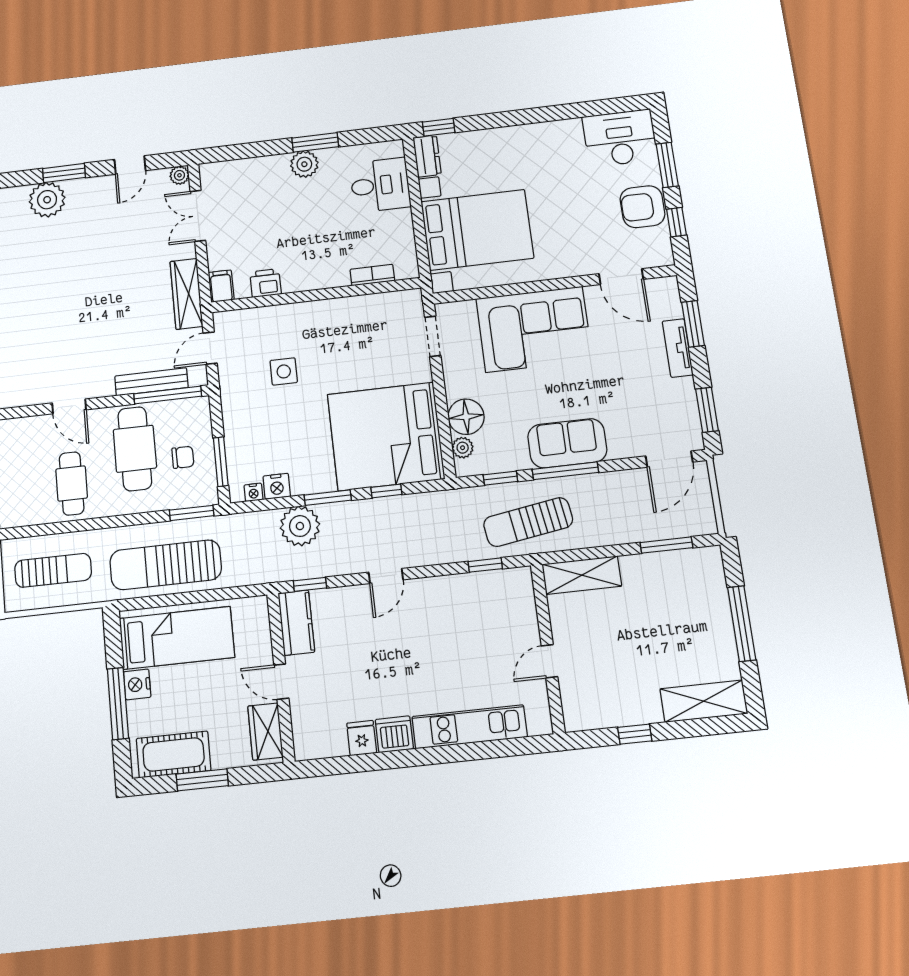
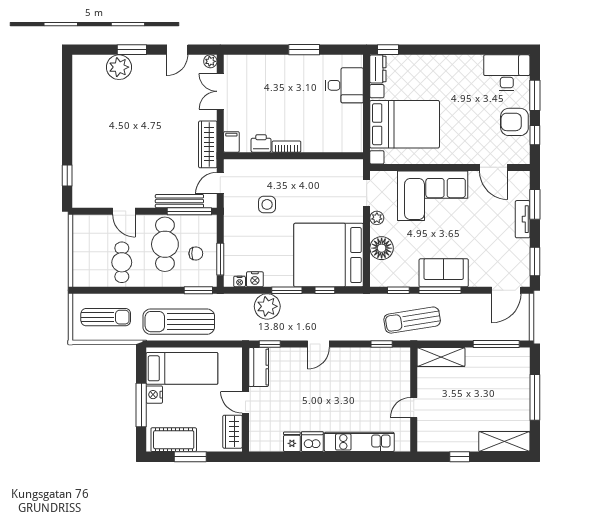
plant: (304, 164) -> (295, 64), removed
bookcase: (372, 275) -> (286, 147), moved
plant: (463, 448) -> (377, 218), moved
window: (666, 545) -> (496, 344), width x1.44

